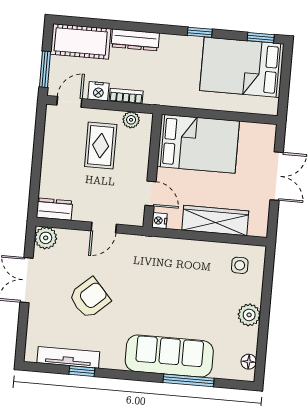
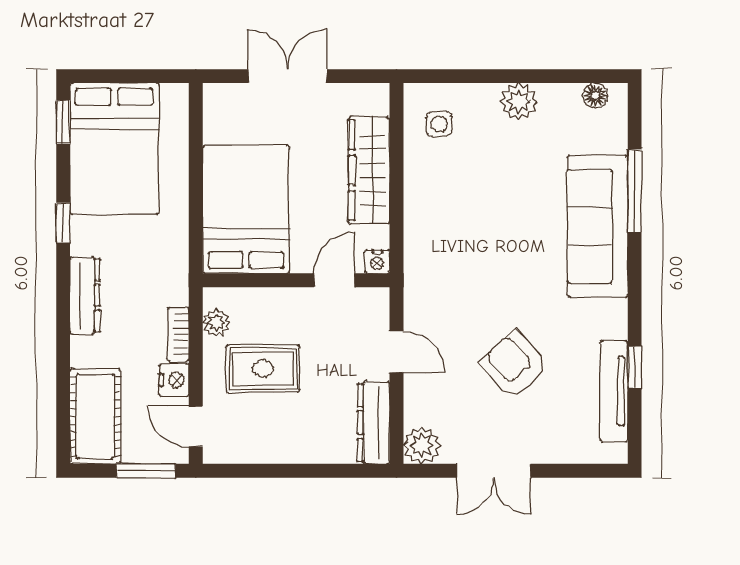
dresser: (135, 40) -> (85, 295), moved
dresser: (54, 209) -> (374, 423), width x1.44

